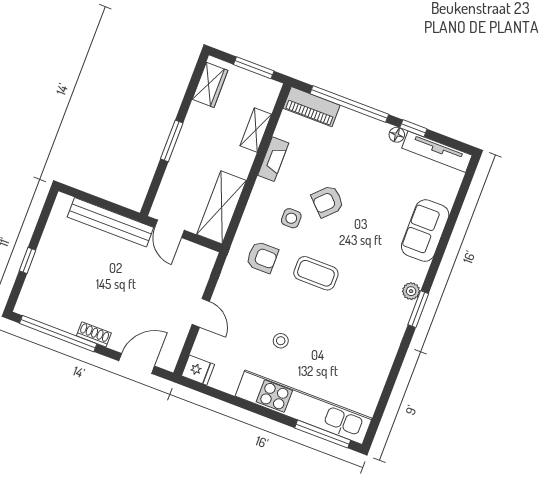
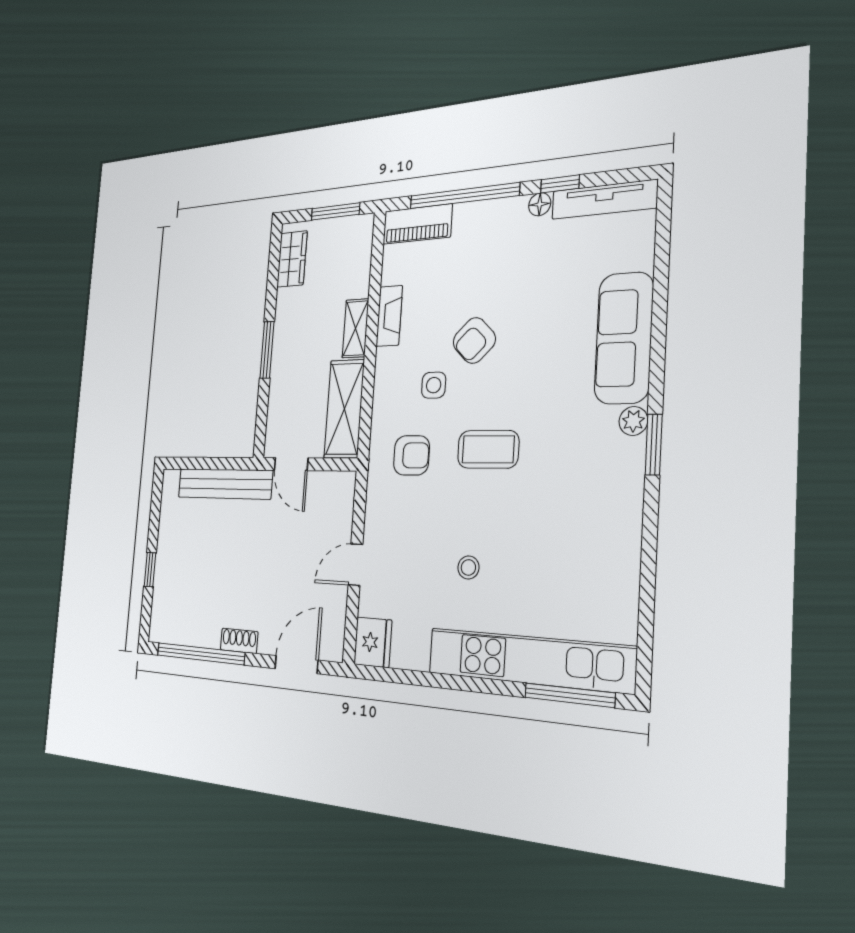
shelving: (256, 130) -> (355, 328), moved
sofa: (425, 231) -> (624, 338), width x1.36
door: (201, 313) -> (355, 565), swing flipped
fridge: (198, 370) -> (373, 642), width x1.38

